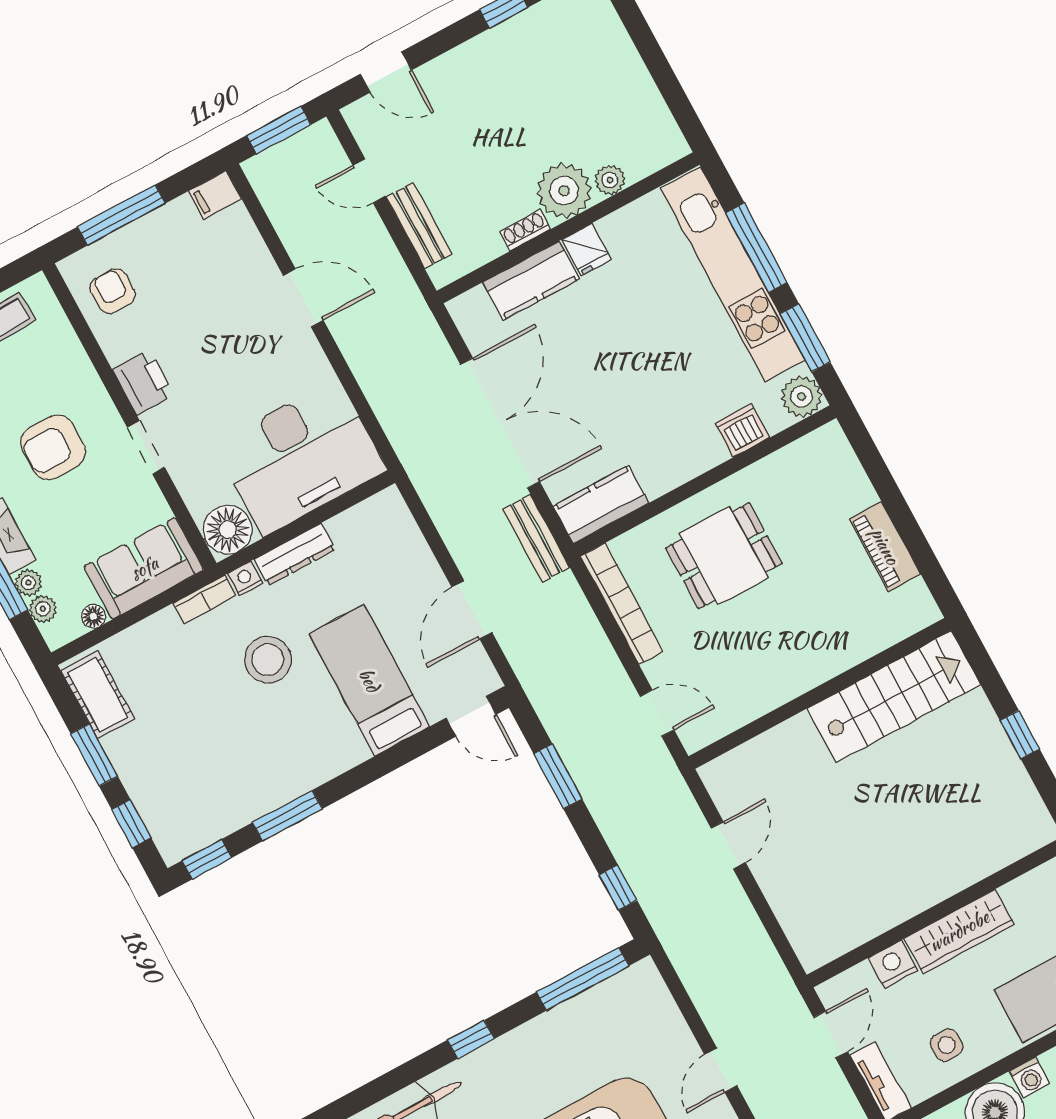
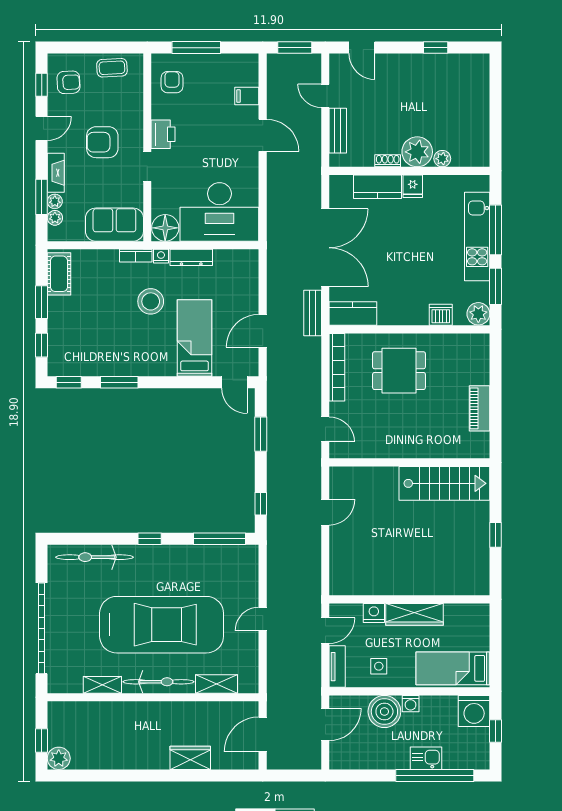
filing cabinet: (215, 195) -> (247, 96), moved
kitchen unit: (733, 274) -> (477, 236), width x0.73
floor lamp: (93, 616) -> (77, 235), removed

